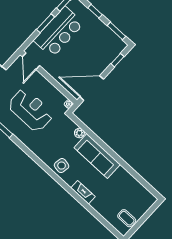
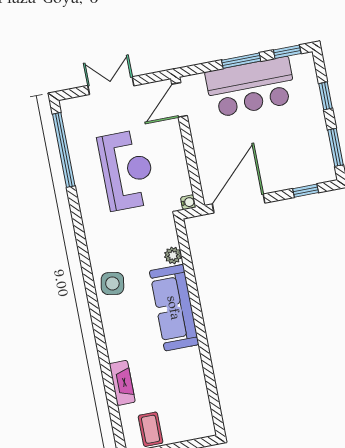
door: (92, 88) -> (239, 204), hinge flipped
fireplace: (83, 192) -> (122, 383), moved

